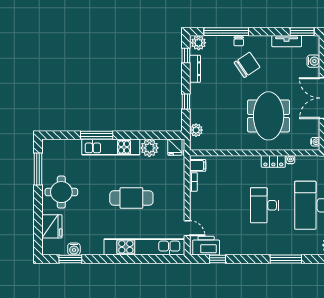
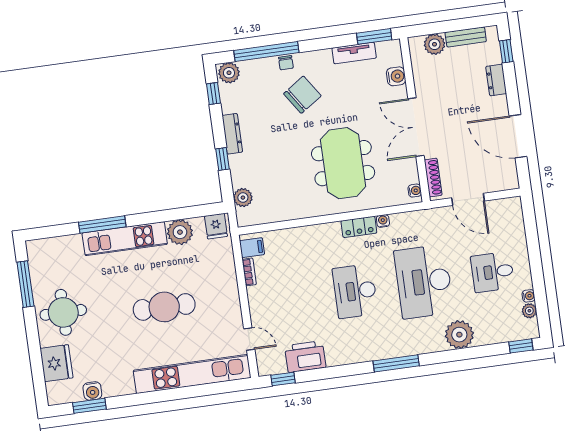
dresser: (195, 69) -> (232, 134), moved
printer: (206, 246) -> (305, 357), moved
window: (217, 259) -> (283, 379), moved

